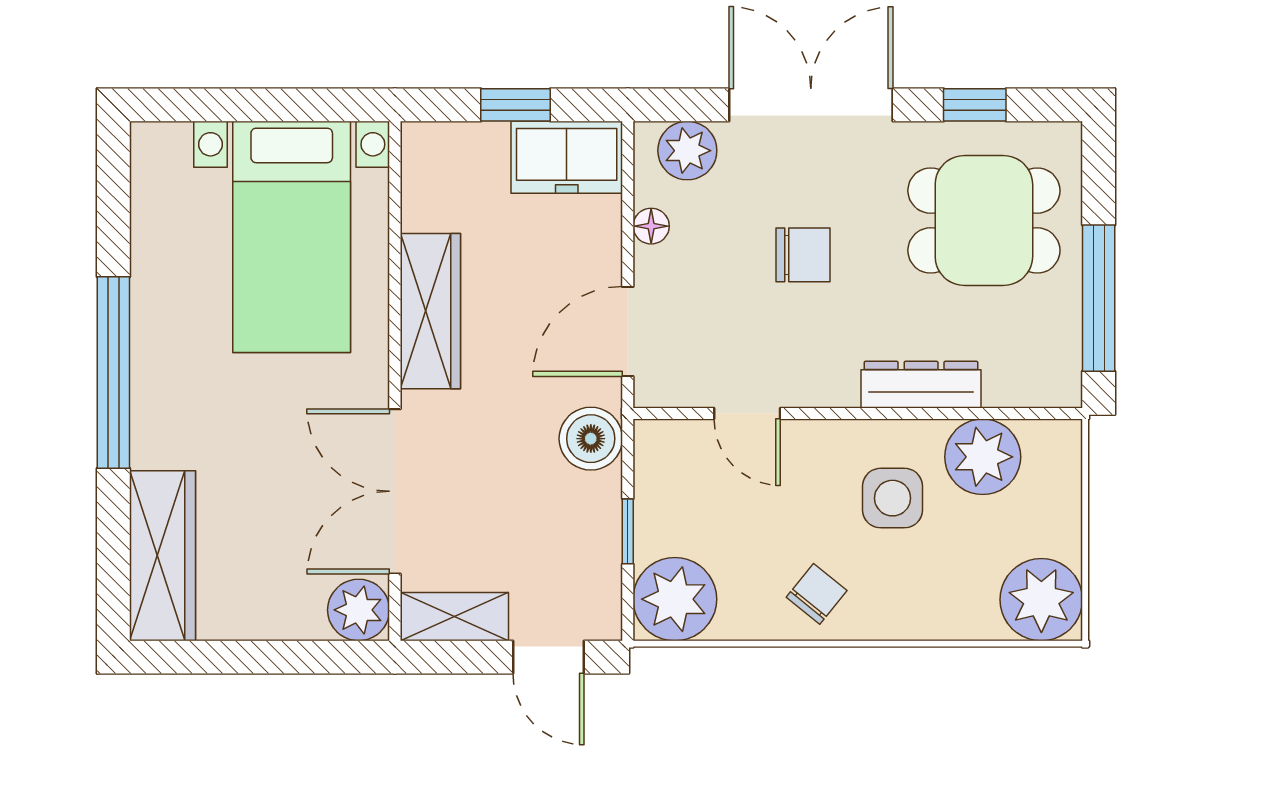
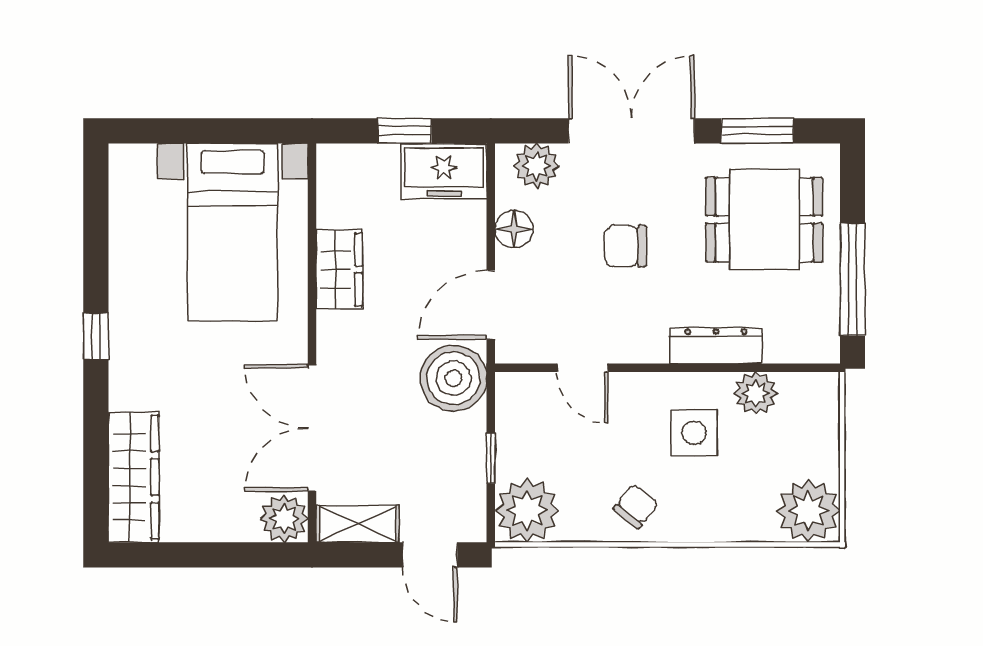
window: (975, 105) -> (757, 131), width x1.50
floor lamp: (651, 226) -> (514, 229), width x1.37, depth x1.37
chair: (803, 255) -> (625, 246), turned 180
wardrobe: (430, 311) -> (339, 269), width x0.67
window: (113, 373) -> (96, 336), width x0.32
boiler: (591, 439) -> (454, 378), width x1.37, depth x1.37
plant: (983, 457) -> (756, 393), width x0.73, depth x0.73

